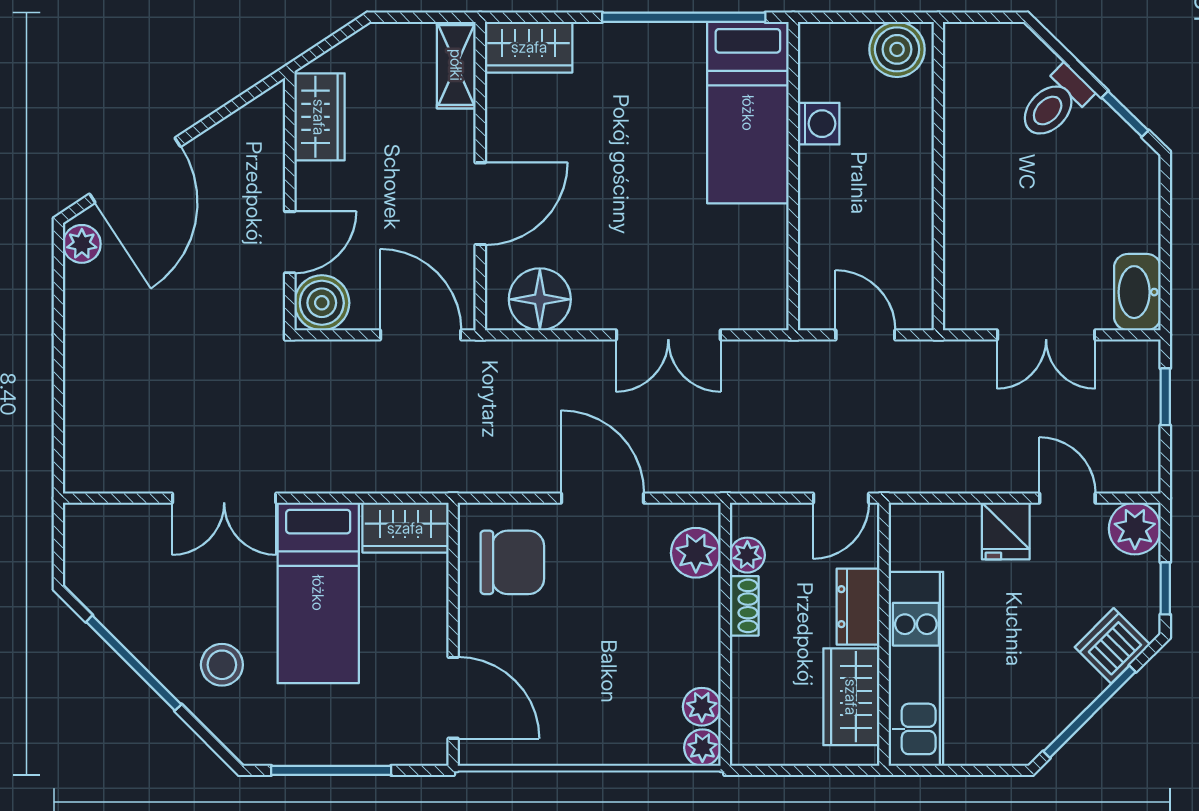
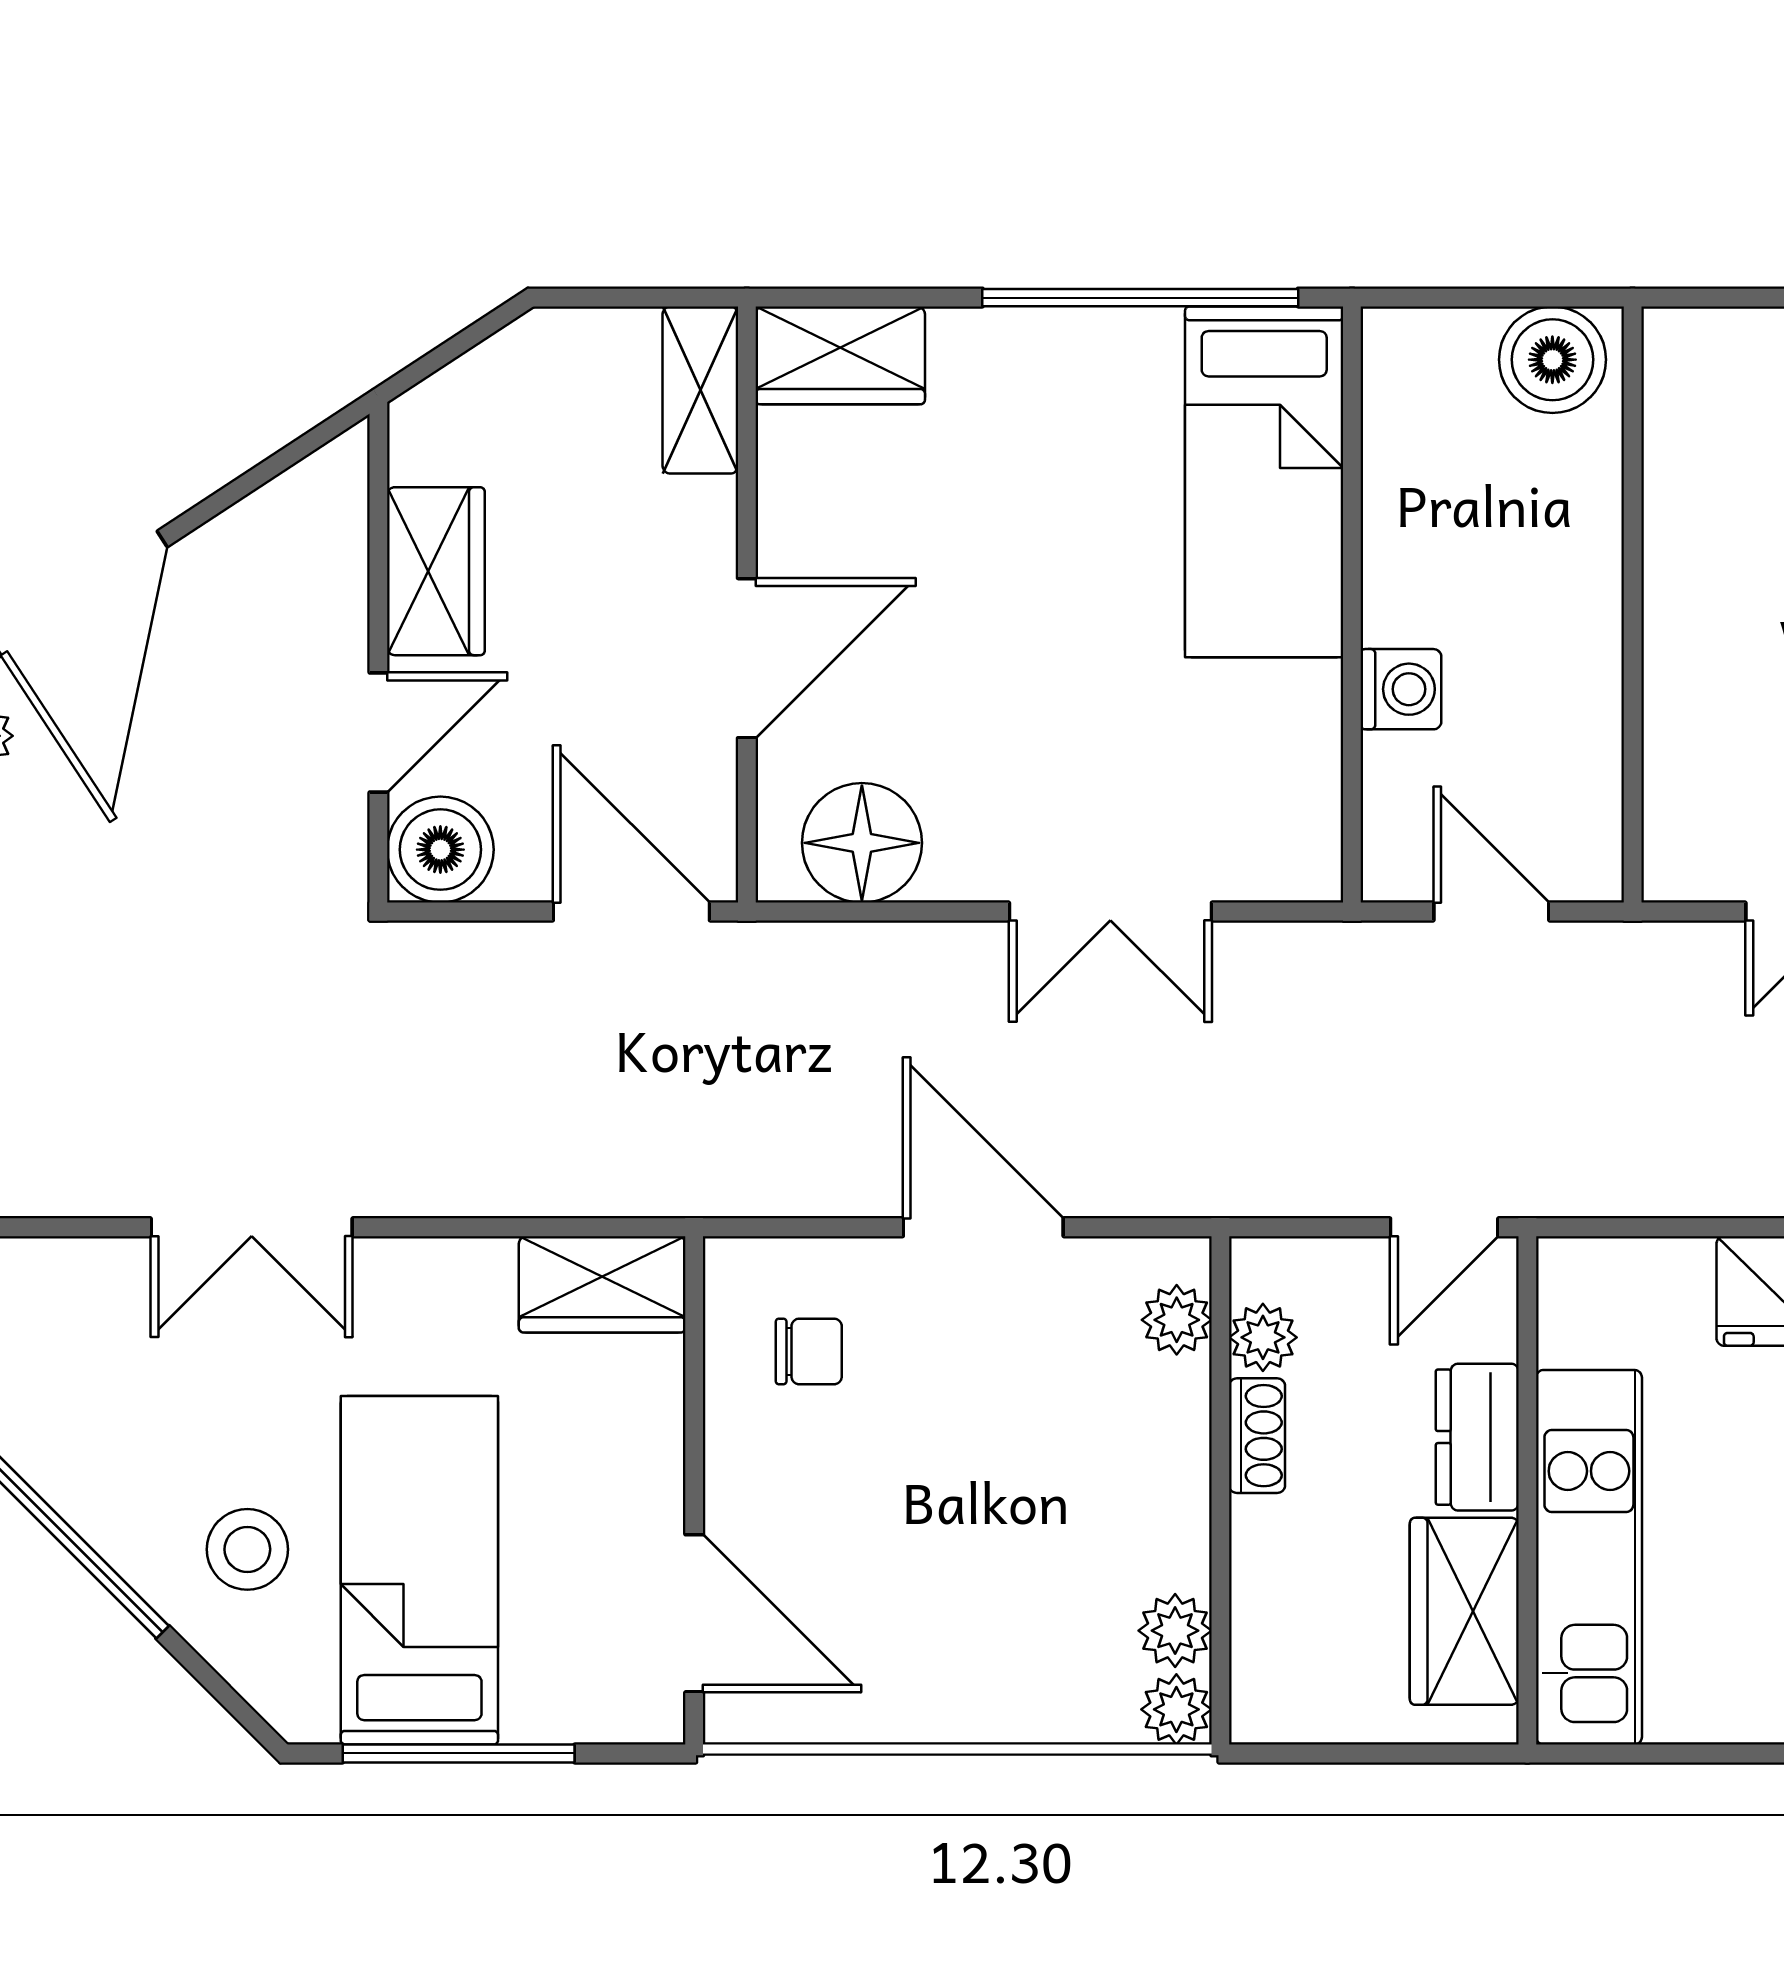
wardrobe: (319, 117) -> (436, 571), moved
washing machine: (819, 124) -> (1401, 689), moved
plant: (696, 553) -> (1177, 1320), width x0.73, depth x0.73
chair: (512, 562) -> (809, 1351), width x0.54, depth x0.54
bed: (318, 593) -> (419, 1570), moved, turned 180

